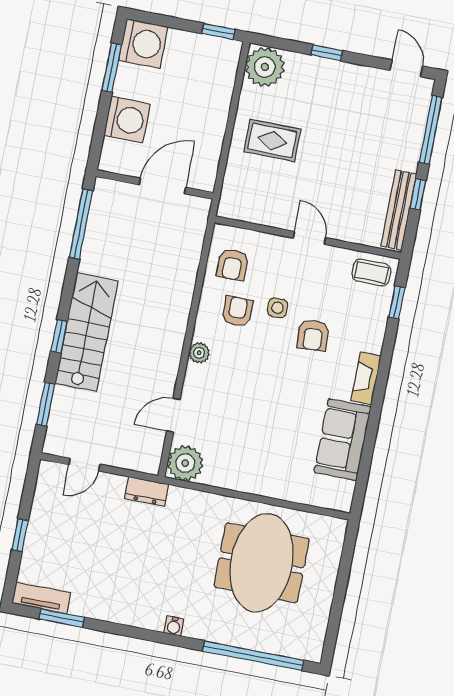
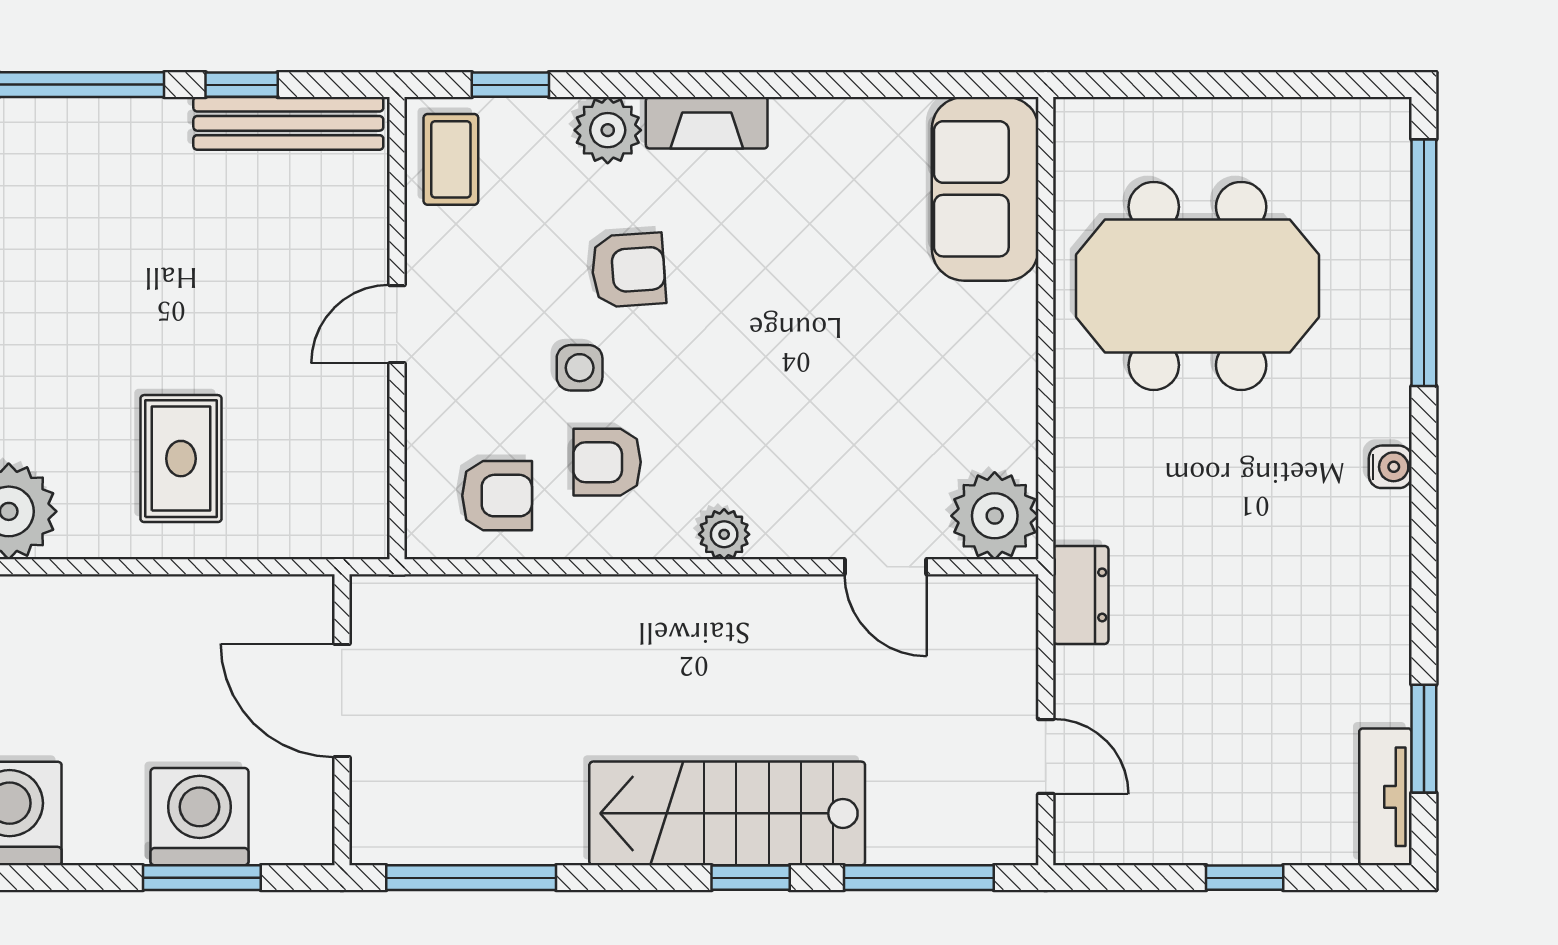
window: (112, 68) -> (202, 878), moved
plant: (371, 338) -> (608, 130), added
window: (46, 404) -> (919, 878), width x1.44
sofa: (343, 440) -> (985, 189), moved, turned 90

